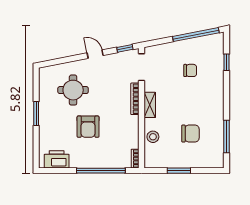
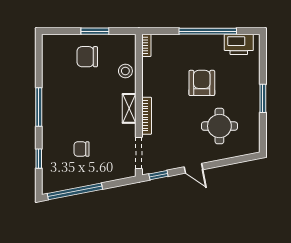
chair: (190, 134) -> (87, 57), moved
window: (226, 136) -> (39, 107), moved
window: (101, 171) -> (208, 31), moved

